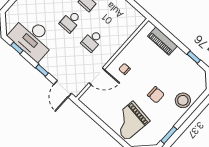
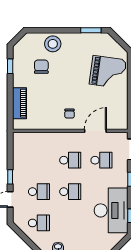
school desk: (73, 62) -> (101, 160), added
door: (97, 76) -> (95, 131), hinge flipped
chair: (156, 95) -> (41, 67), moved

